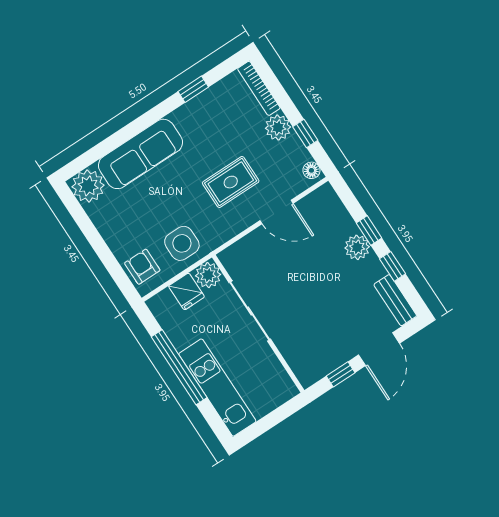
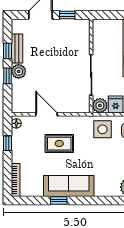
window: (193, 89) -> (59, 201), moved
plant: (278, 128) -> (19, 155), removed
sofa: (140, 154) -> (69, 186), moved
bench: (395, 300) -> (17, 48), moved

